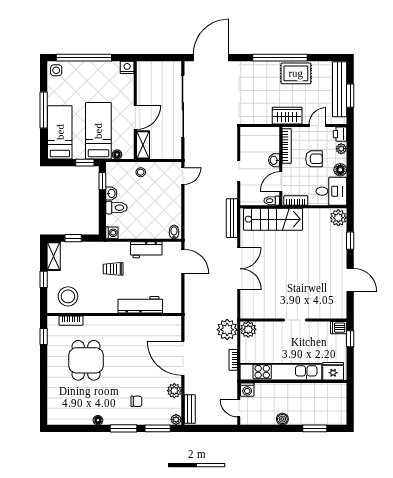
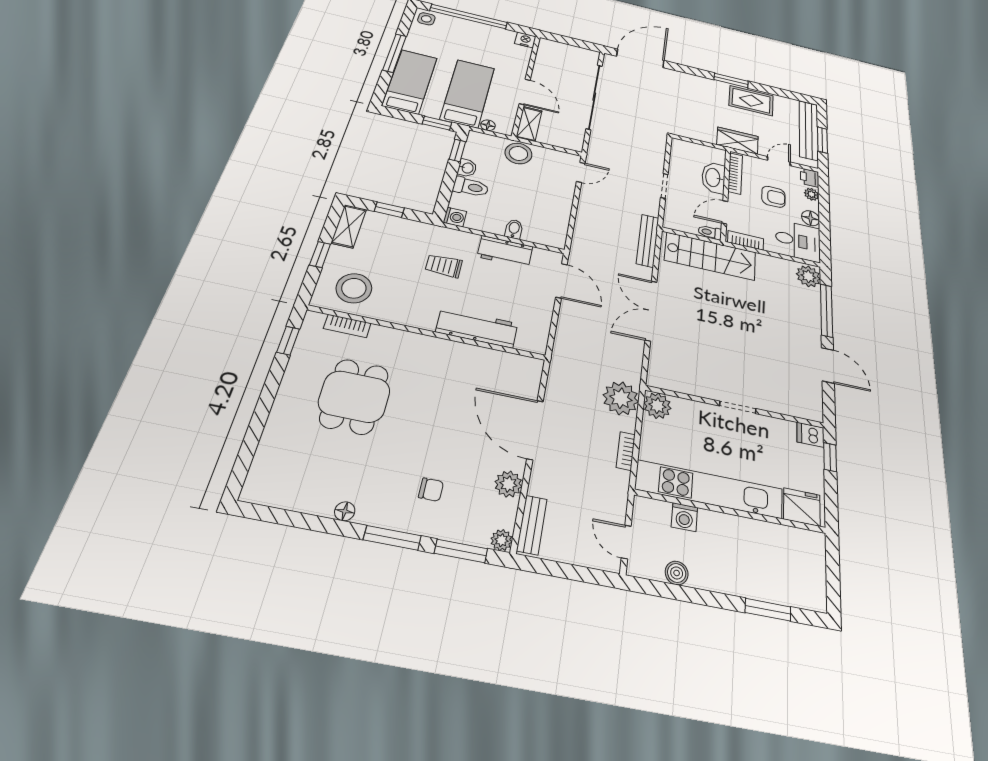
window: (280, 58) -> (731, 80), width x0.47
door: (135, 117) -> (525, 92), hinge flipped
washbasin: (274, 160) -> (713, 178), width x1.91, depth x1.45
stool: (141, 172) -> (518, 153), width x1.89, depth x1.89
bidet: (174, 232) -> (514, 229), moved
window: (350, 241) -> (827, 310), width x2.17
double door: (239, 269) -> (651, 311), swing flipped
washing machine: (247, 390) -> (684, 517), moved
boiler: (282, 419) -> (677, 573), moved

